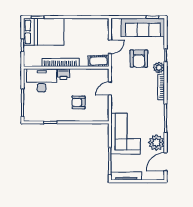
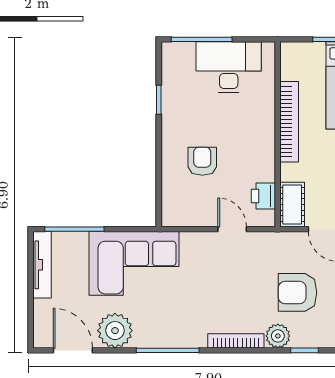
printer: (63, 74) -> (263, 196), moved
desk: (42, 80) -> (229, 67), moved, turned -90

